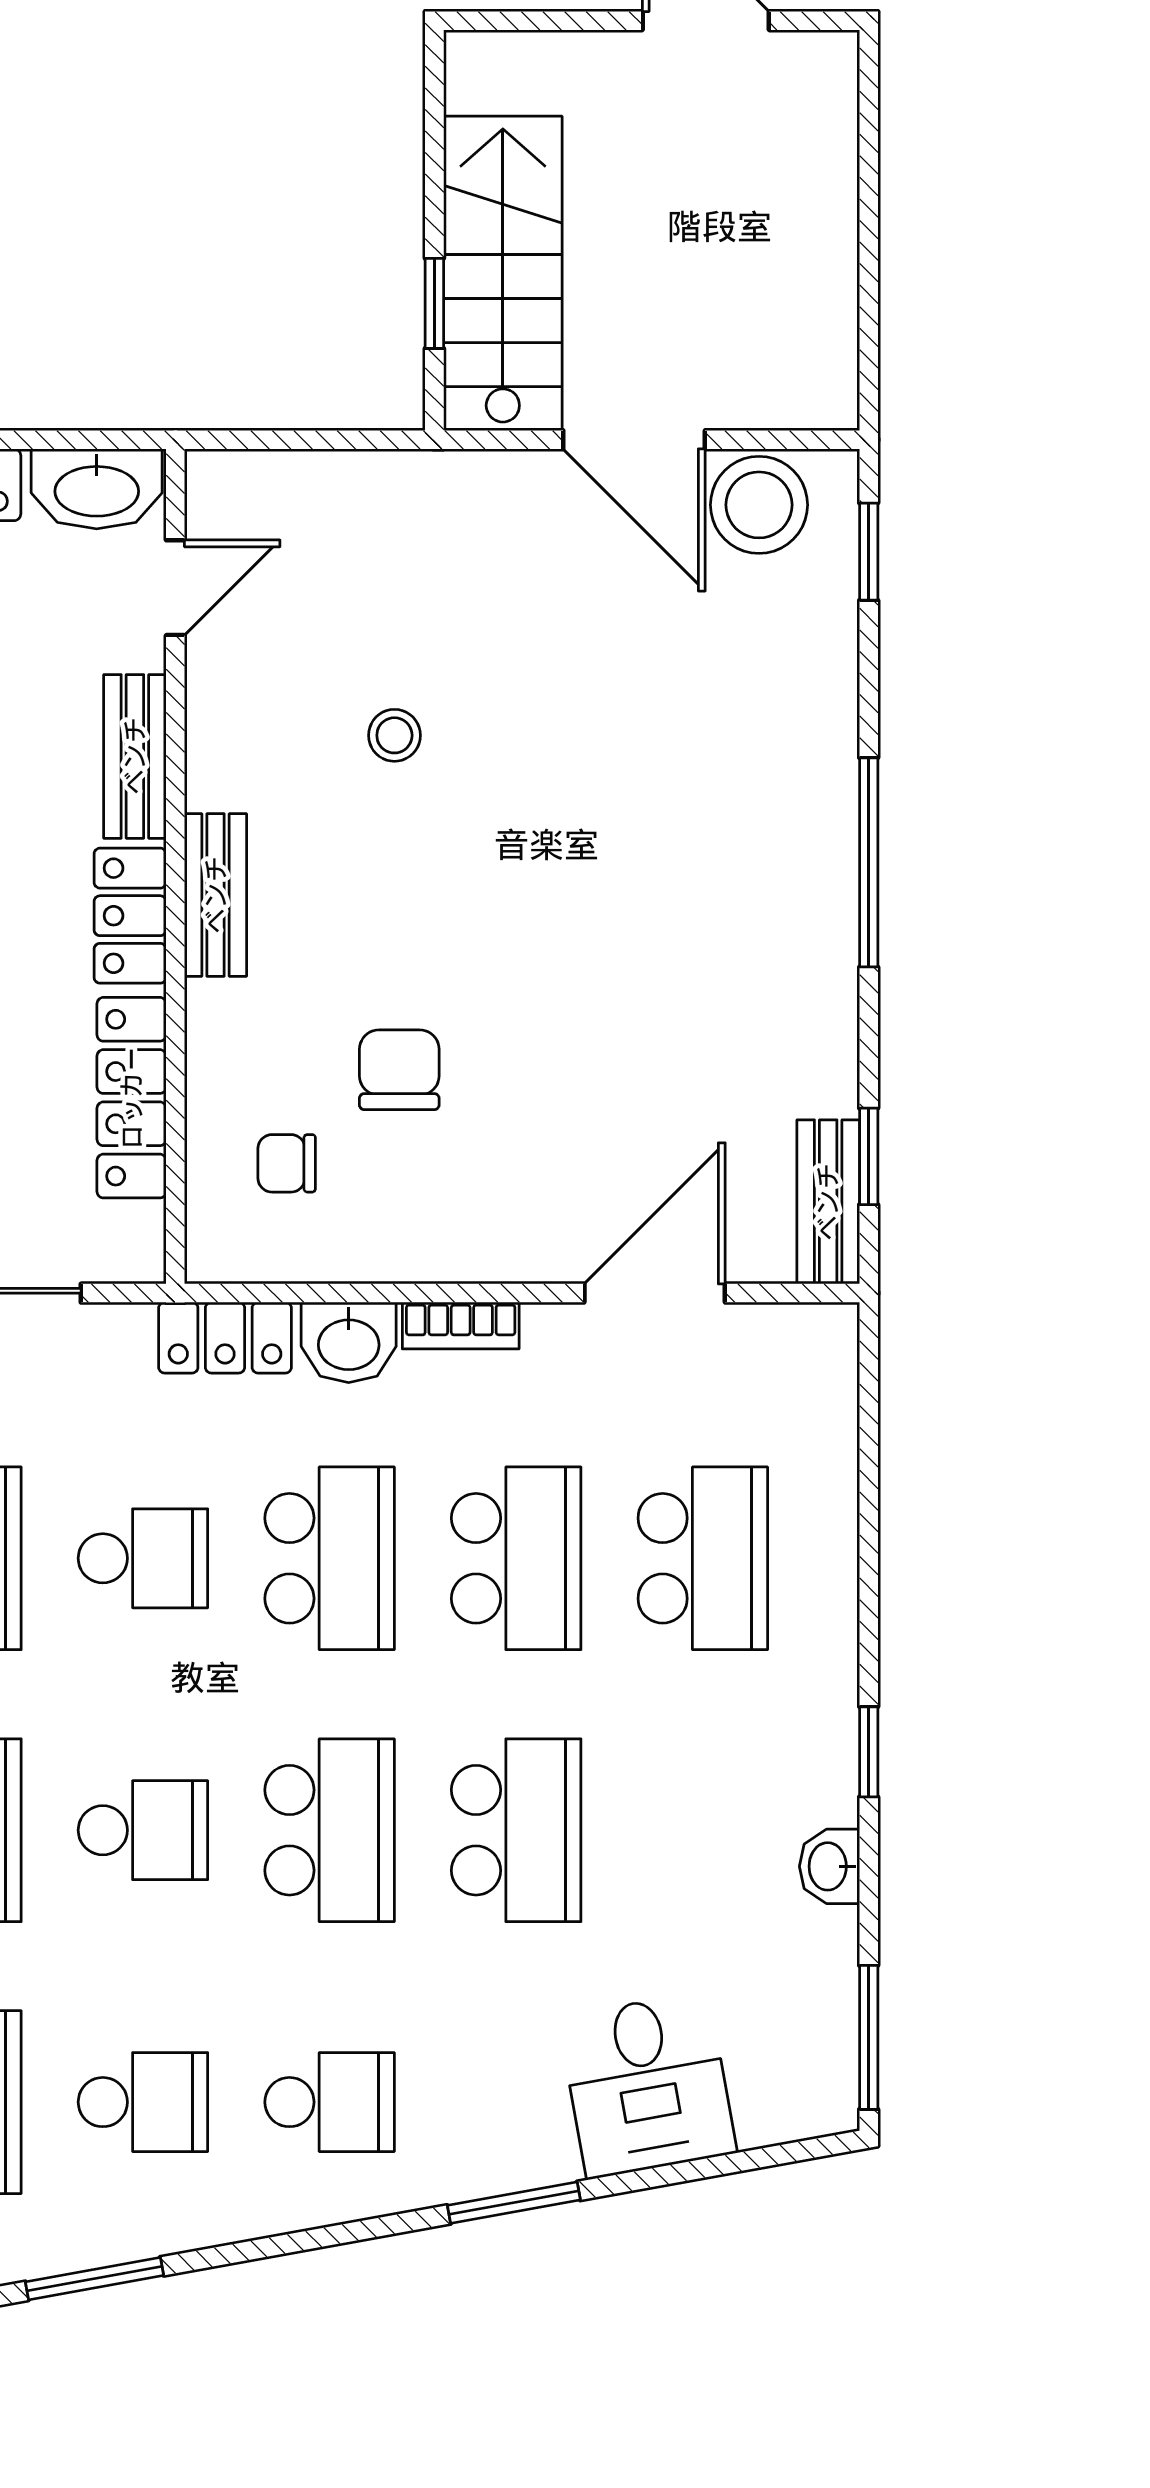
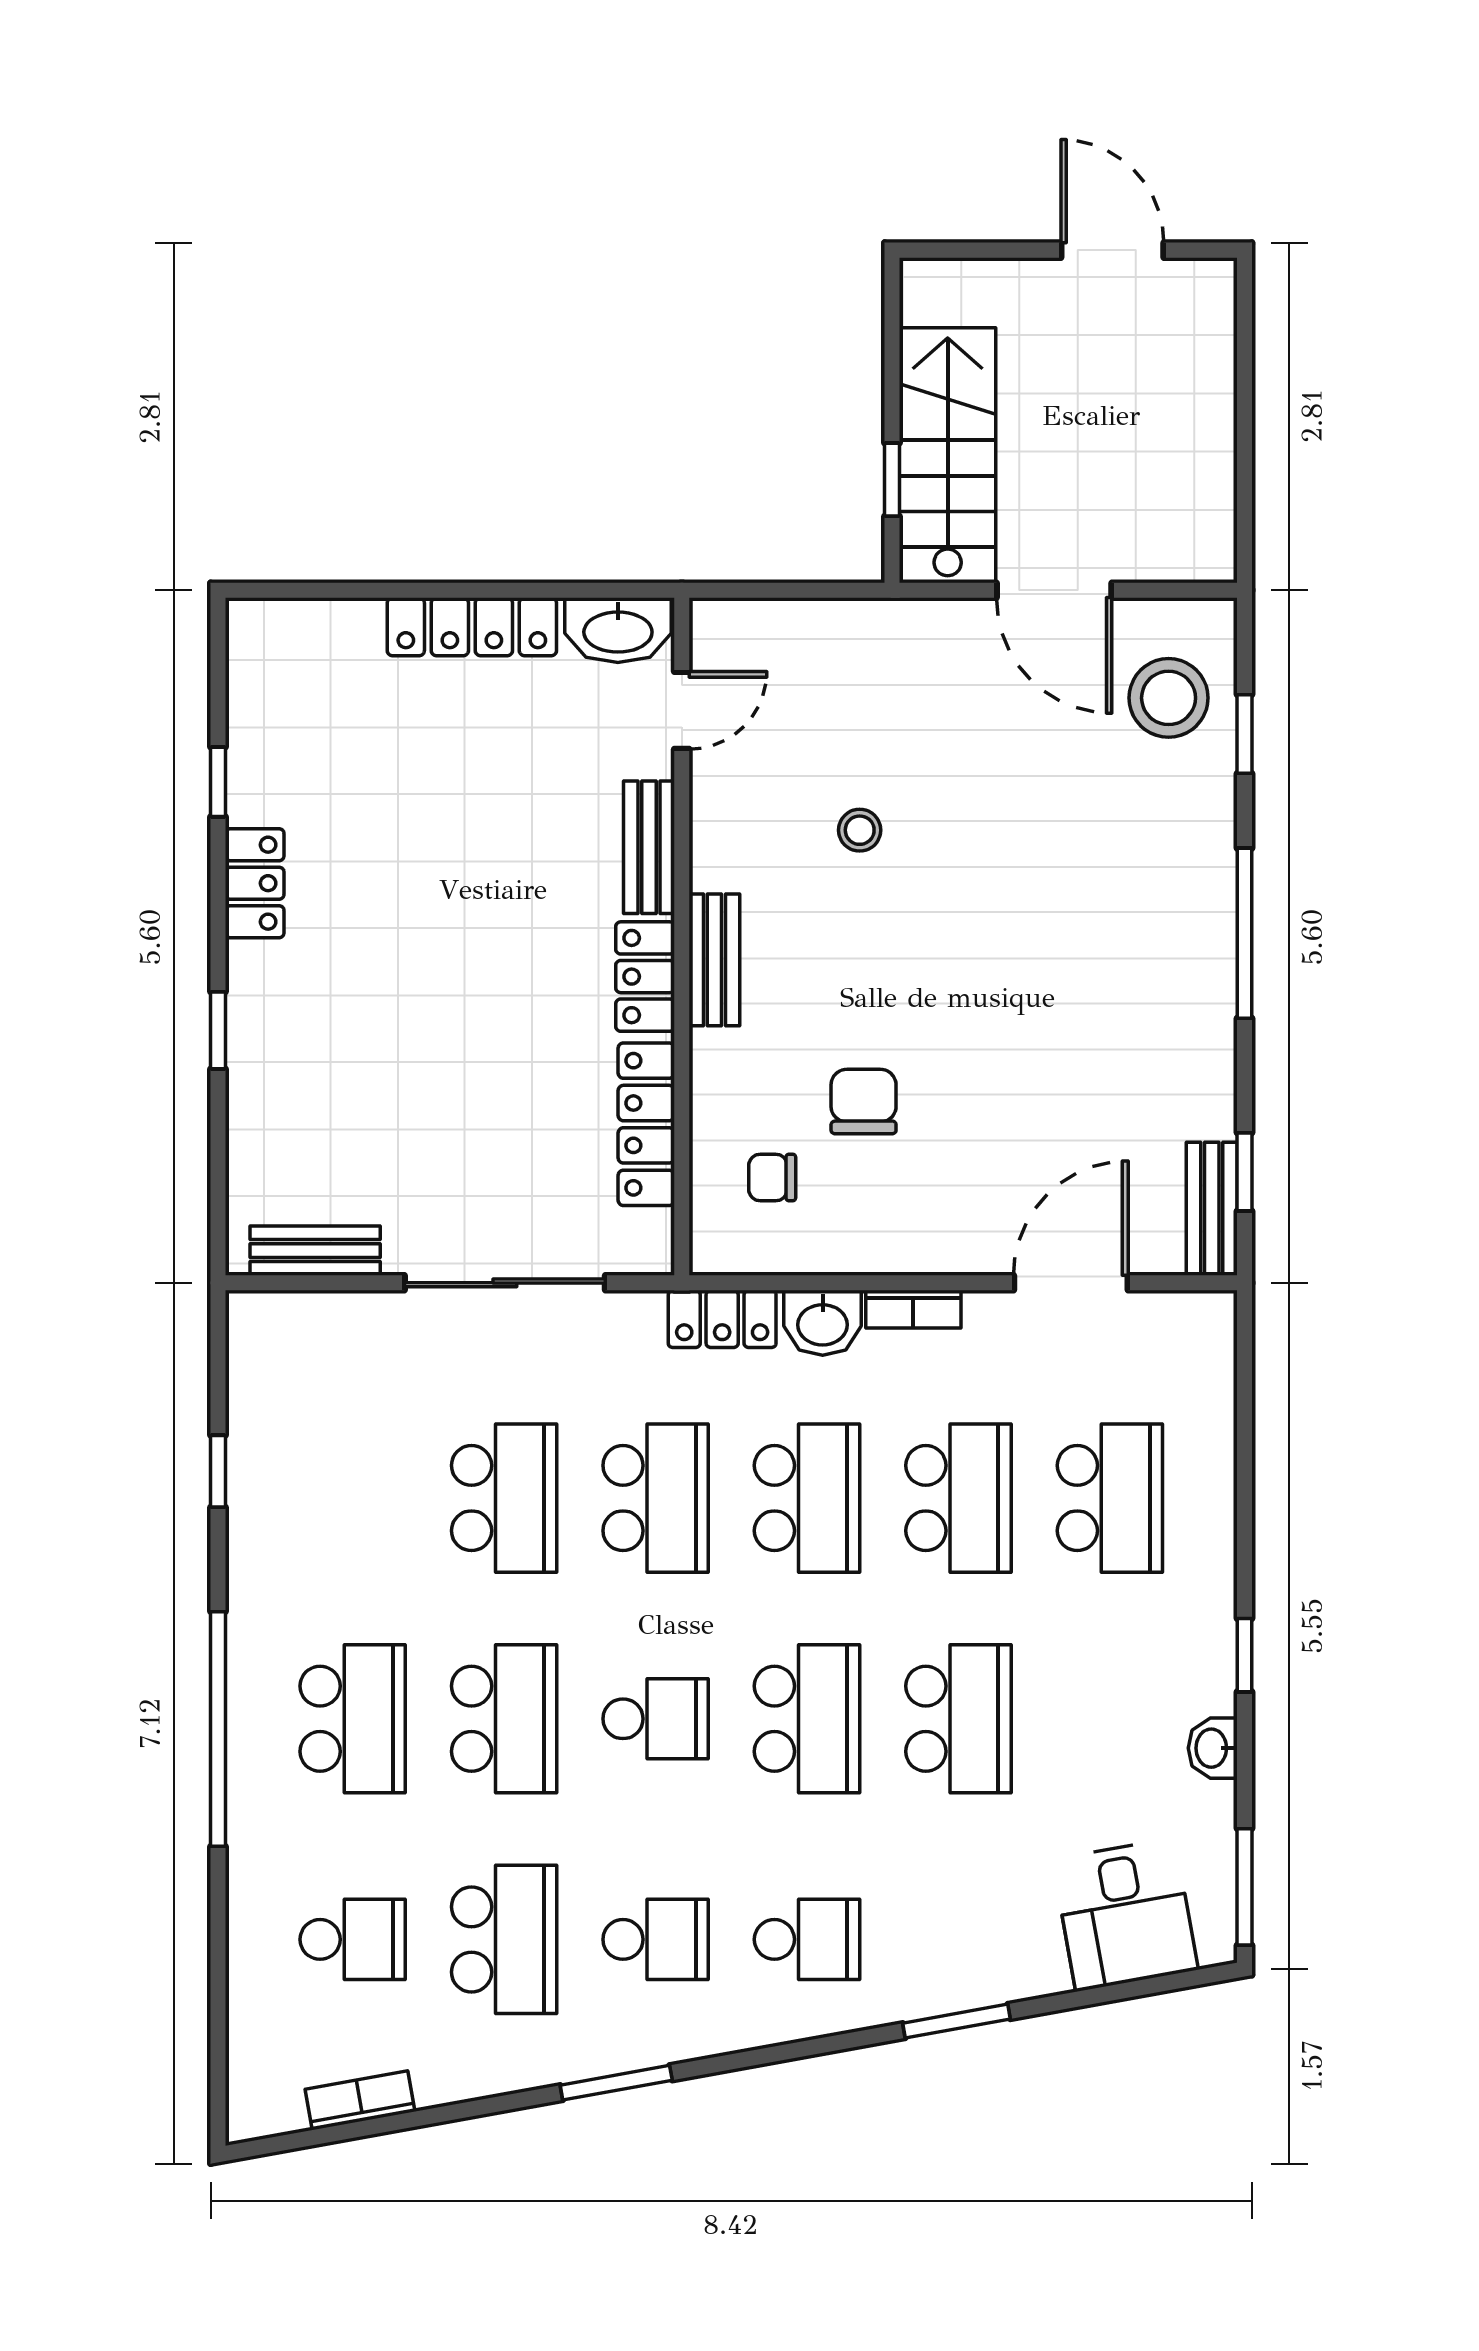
stool: (759, 505) -> (1169, 698), moved
window: (869, 552) -> (1245, 734), moved
school desk: (143, 1558) -> (656, 1498), width x1.85
desk: (647, 2085) -> (1125, 1915), moved

